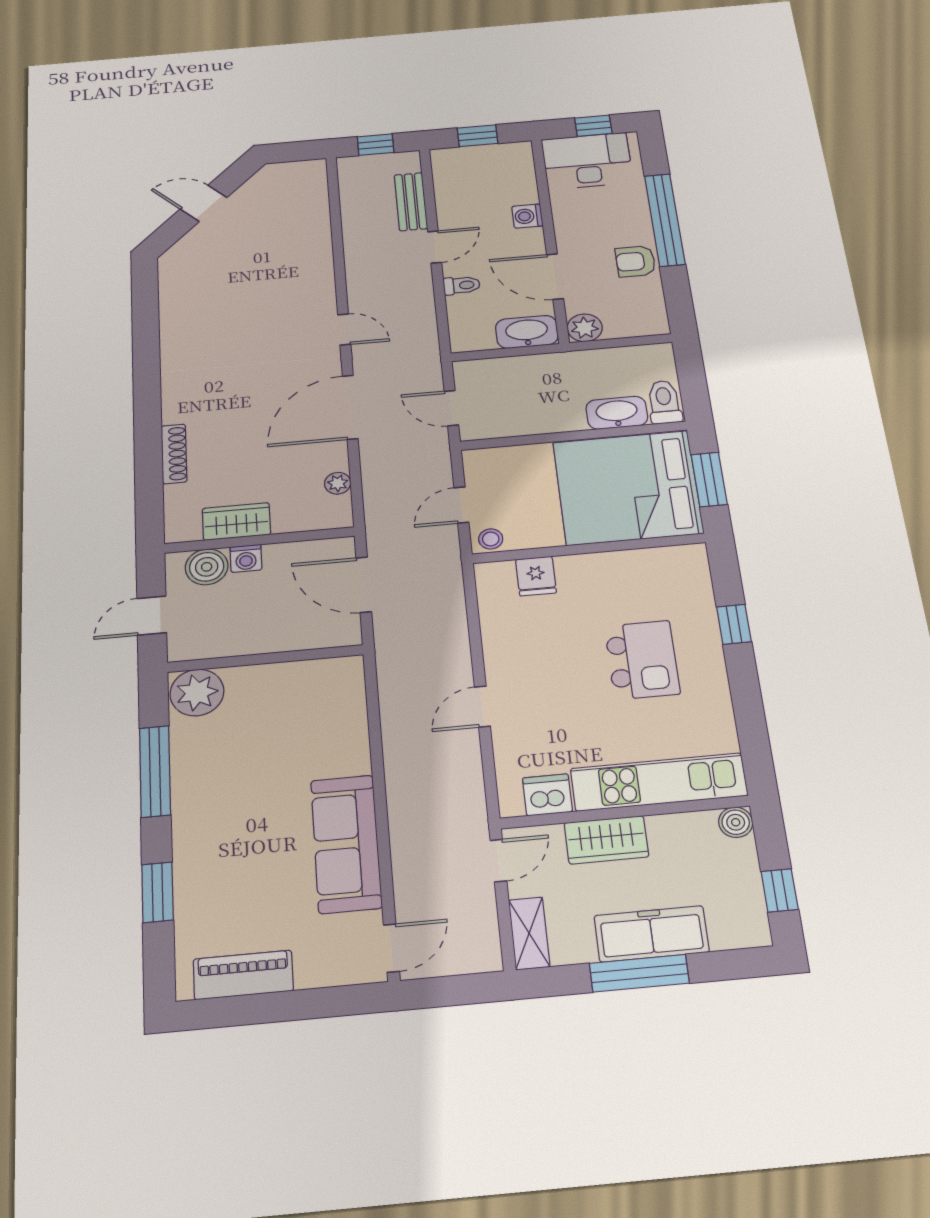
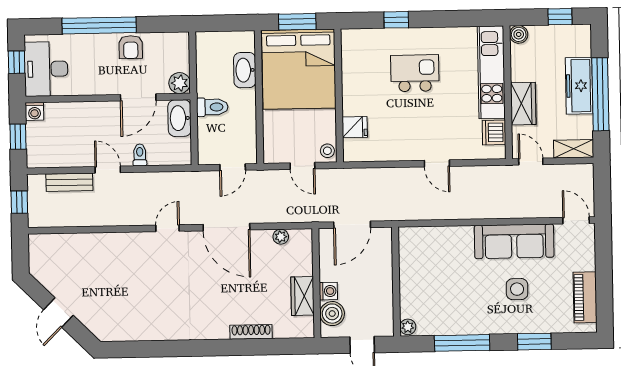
washing machine: (527, 216) -> (35, 111), moved
toilet: (664, 402) -> (212, 107), moved, turned 180
plant: (197, 692) -> (408, 327), width x0.53, depth x0.53
side table: (256, 855) -> (517, 289), added
window: (639, 973) -> (600, 94), width x1.46

